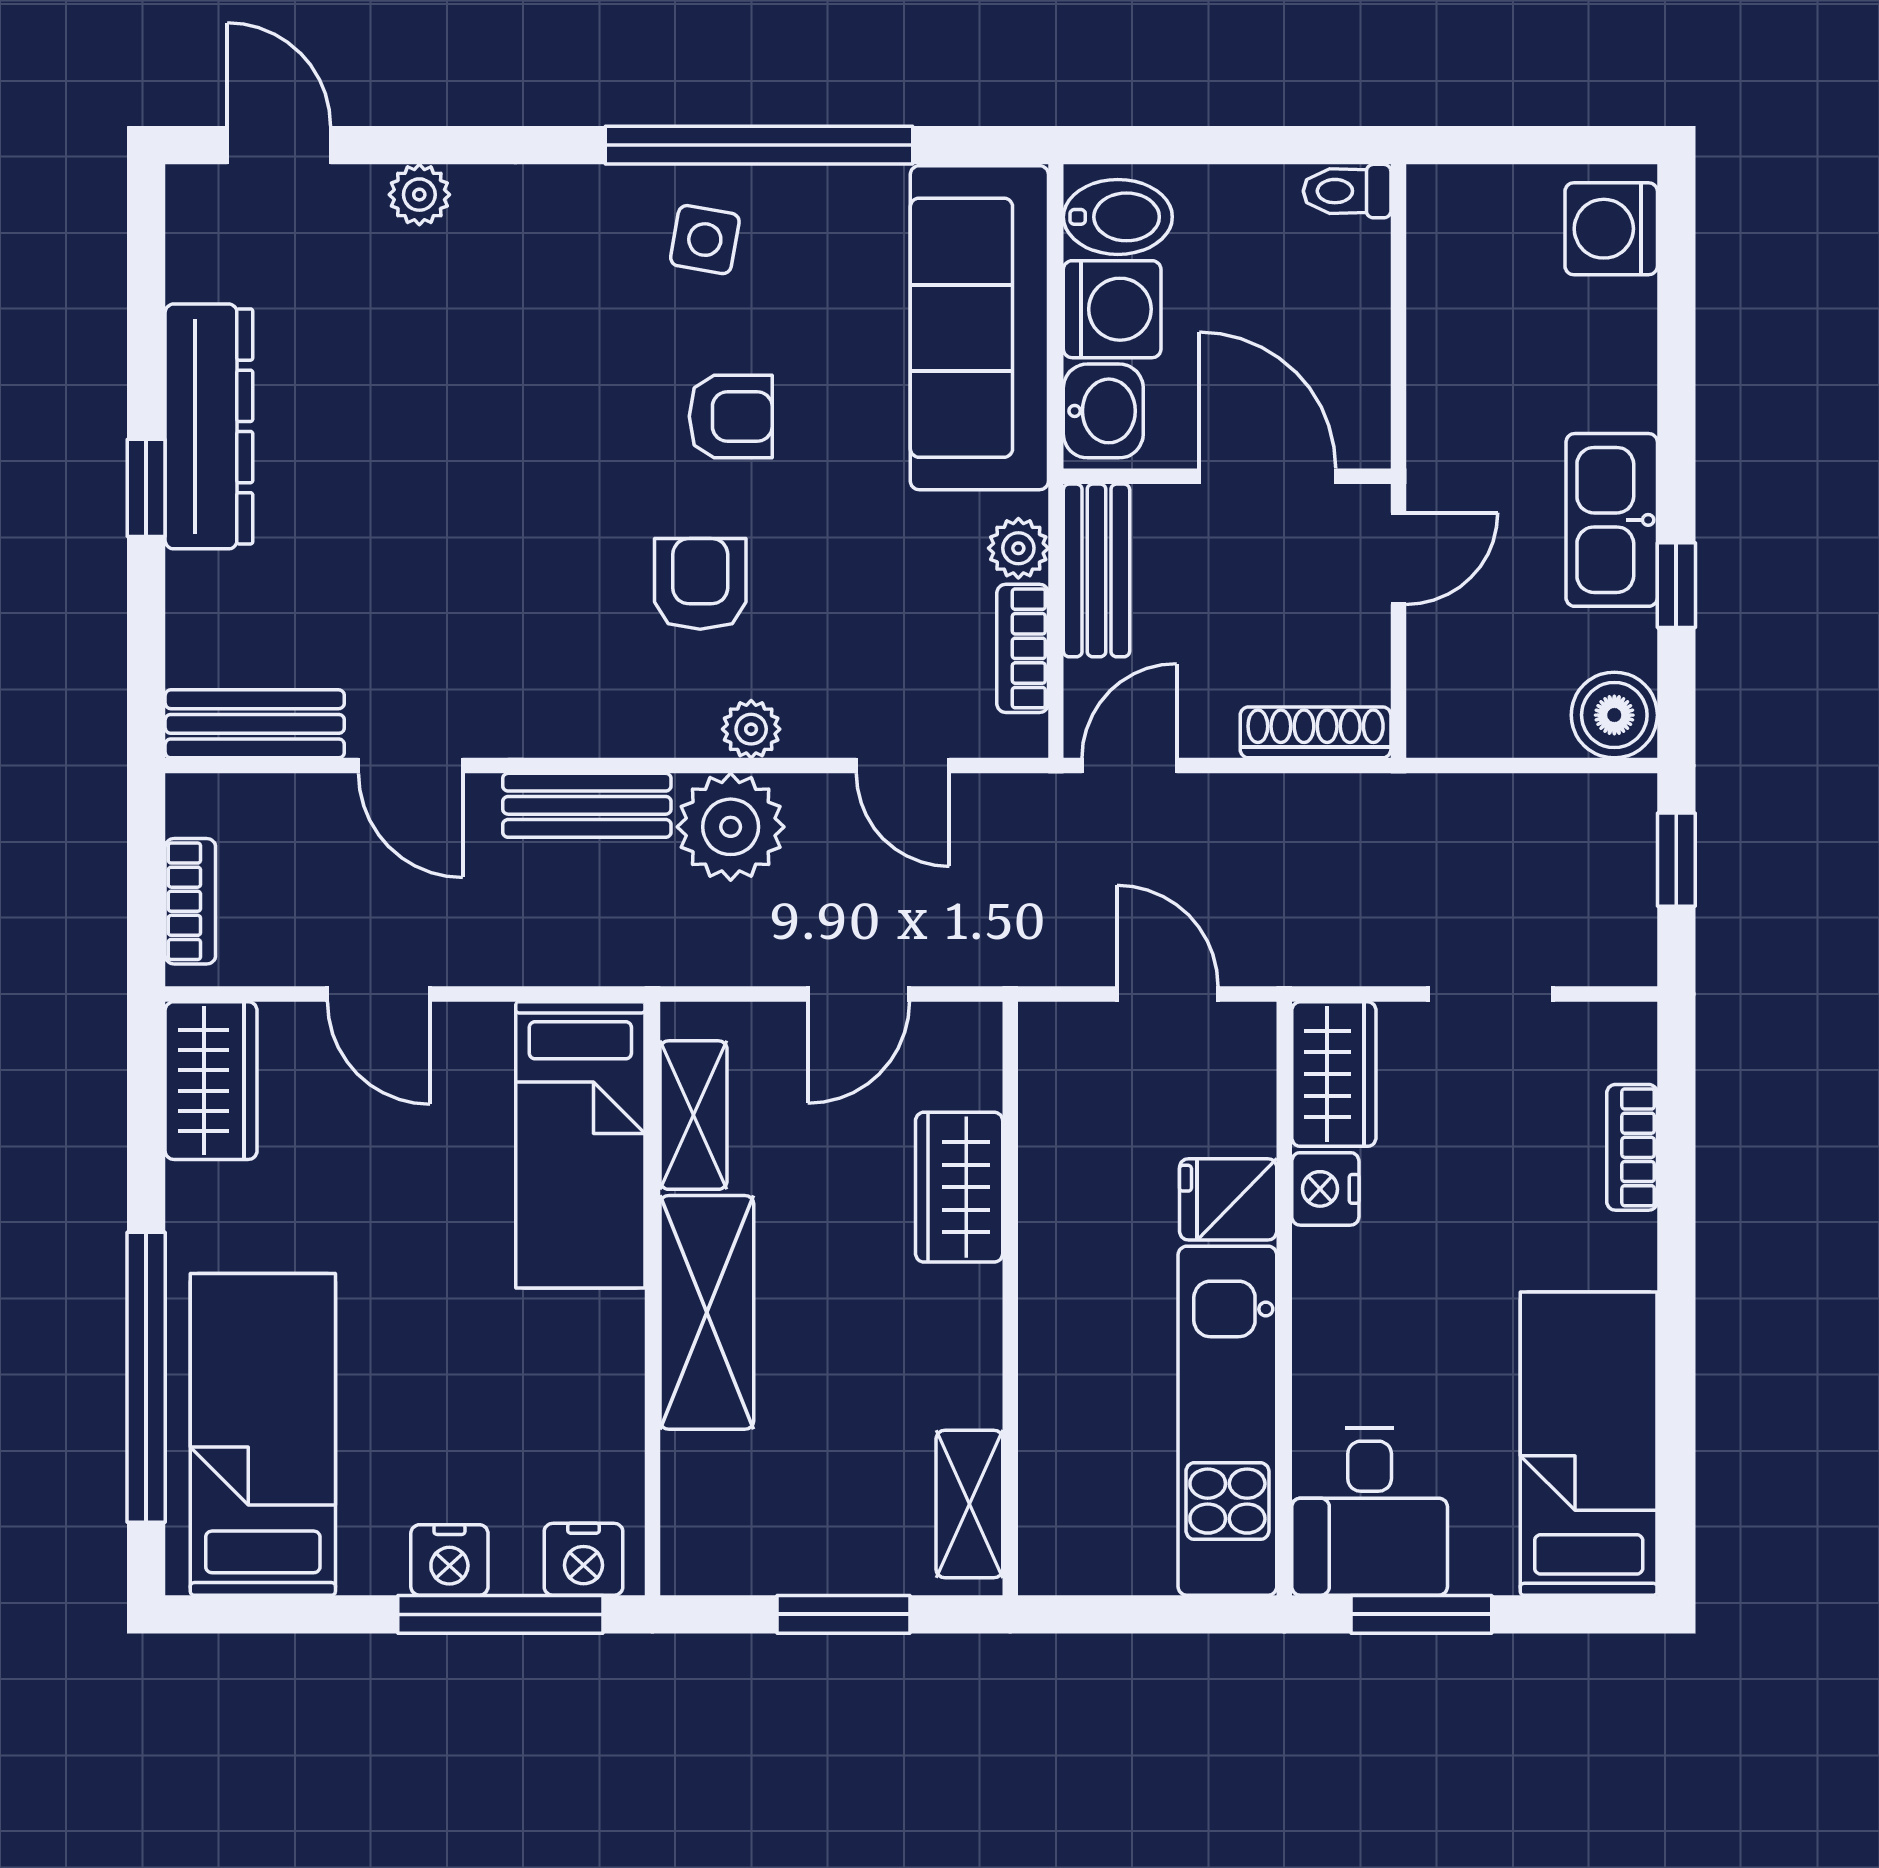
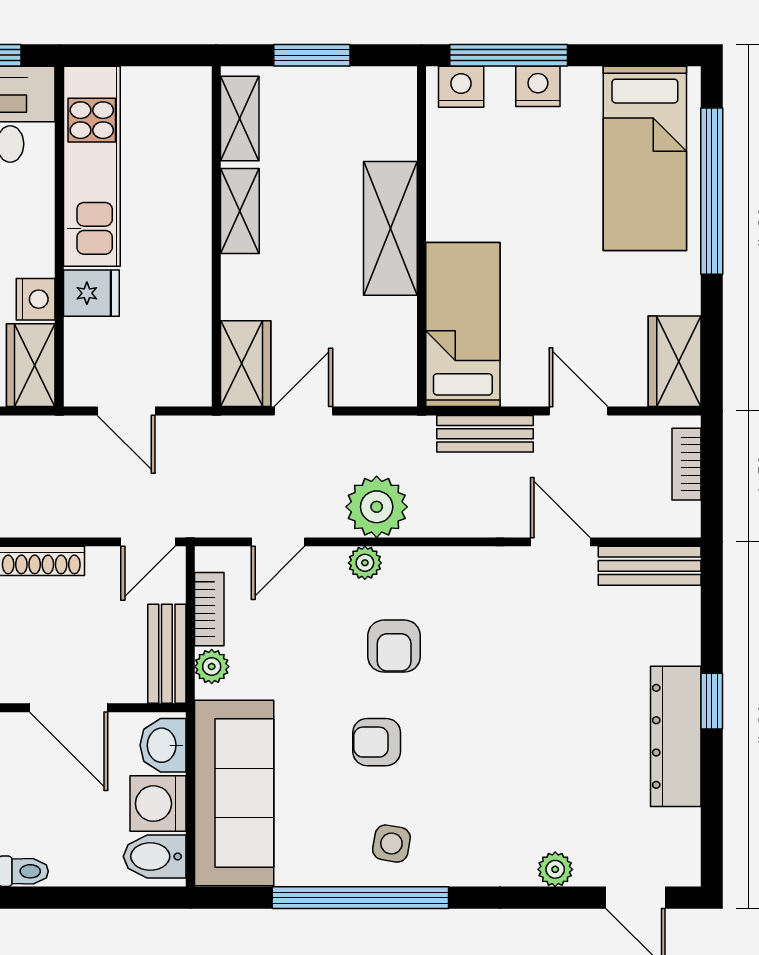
door: (903, 766) -> (278, 542), swing flipped
bench: (587, 805) -> (485, 434), moved
shelving: (694, 1115) -> (240, 211), moved
wardrobe: (959, 1187) -> (246, 364), moved

